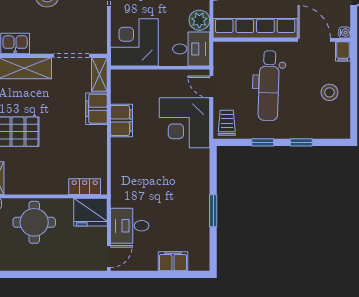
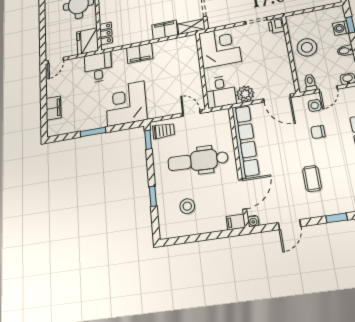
door: (211, 87) -> (191, 113), hinge flipped
stool: (329, 92) -> (187, 206), moved
filing cabinet: (122, 120) -> (140, 53), moved
corner desk: (184, 123) -> (126, 104), moved
window: (263, 142) -> (148, 140), moved
desk: (130, 226) -> (98, 67), moved
door: (109, 257) -> (56, 60), hinge flipped

